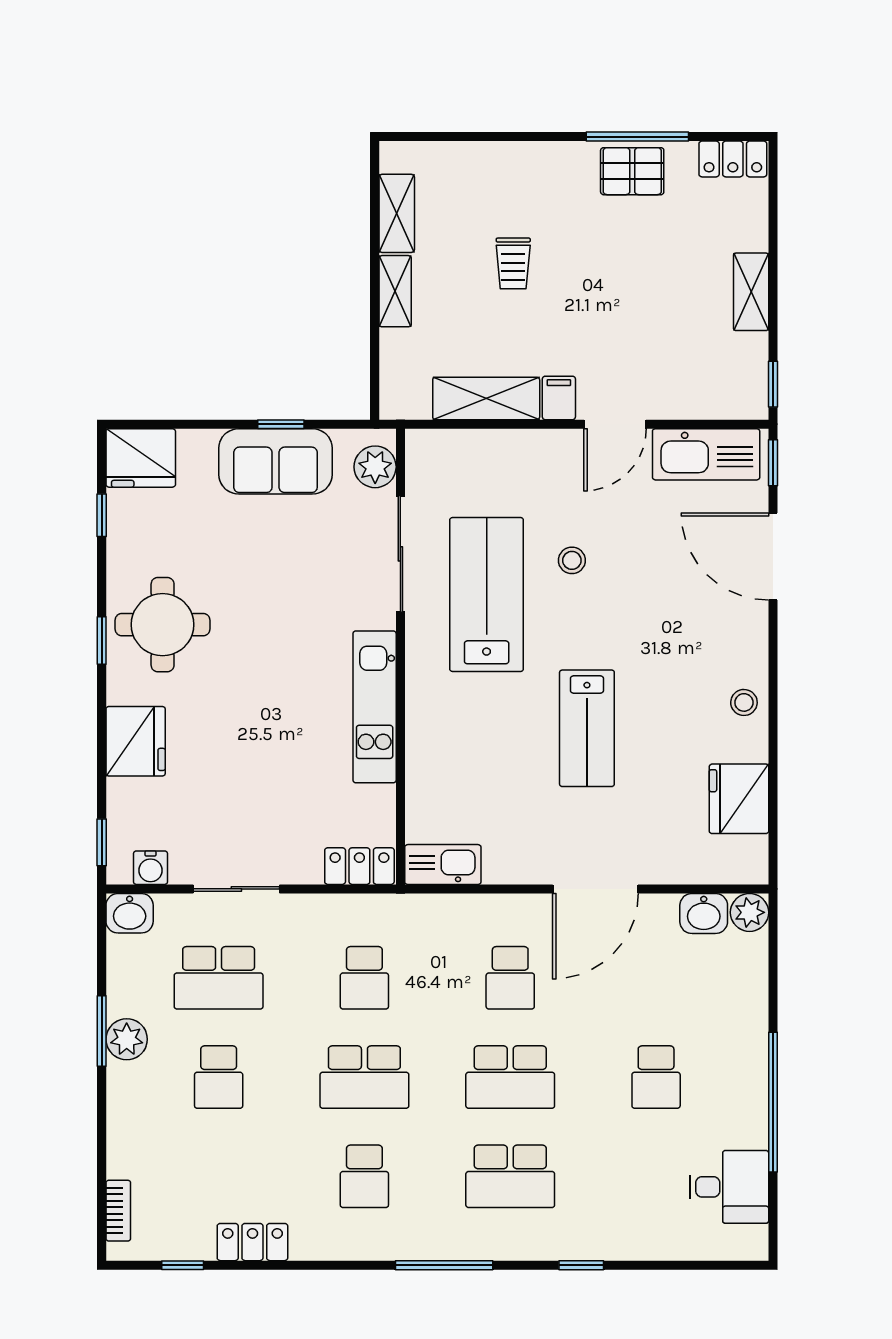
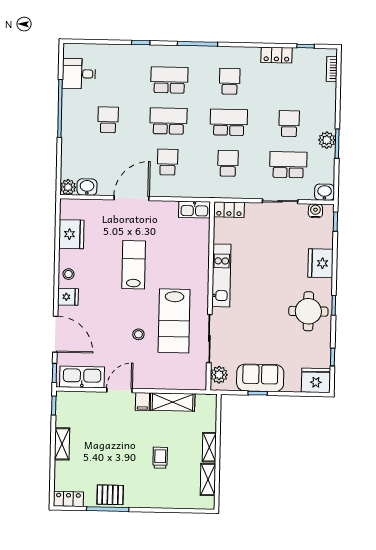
fridge: (744, 647) -> (68, 297), added

